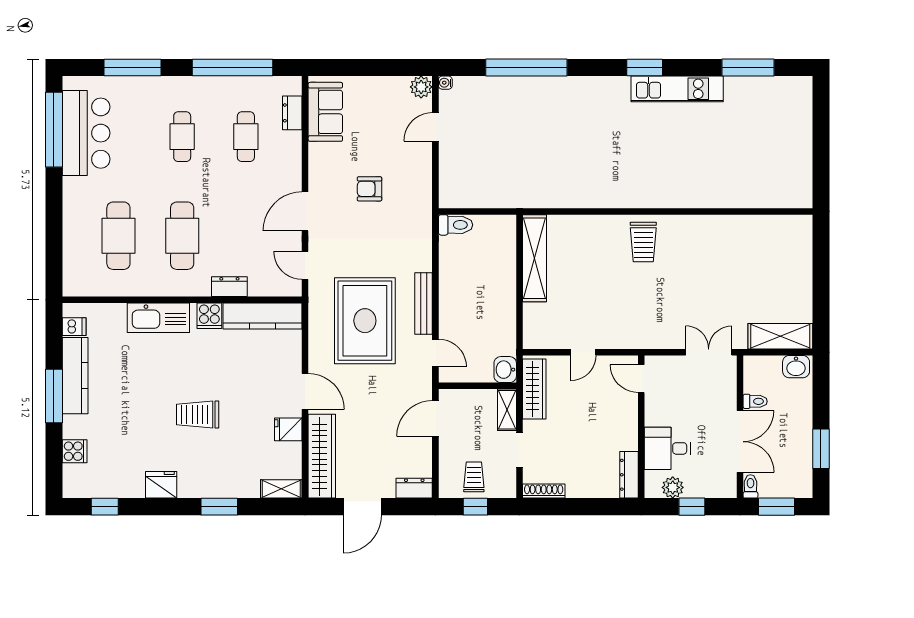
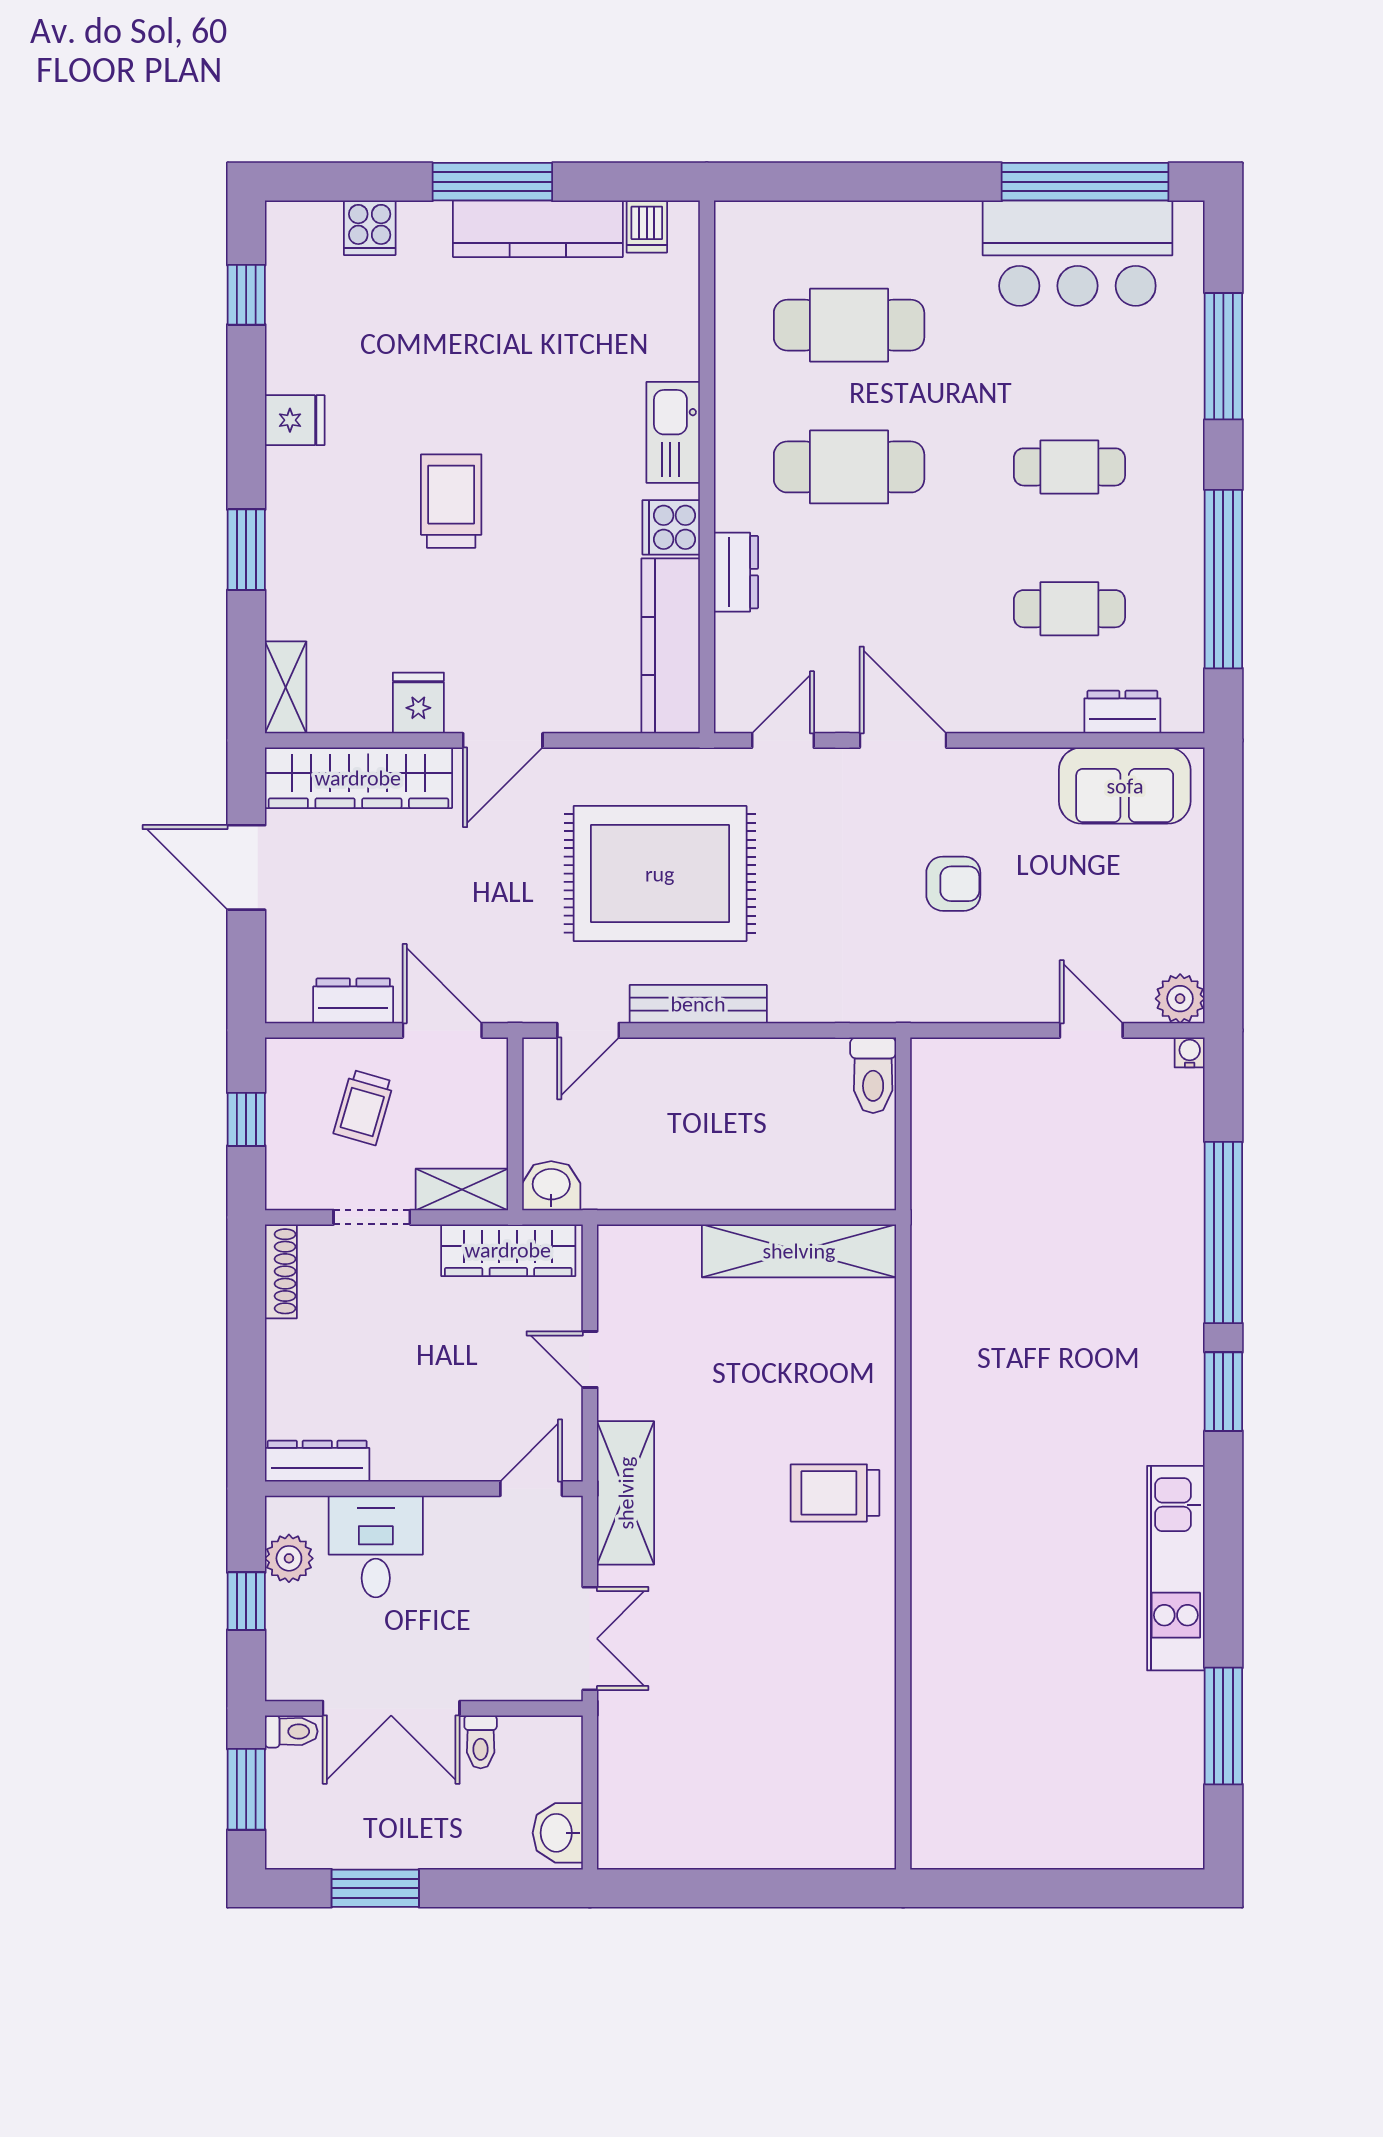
window: (645, 67) -> (1223, 1392), moved
armchair: (369, 189) -> (953, 884), turned 90
kitchen sink: (158, 318) -> (673, 432), width x0.73, depth x0.81
shelving: (780, 336) -> (626, 1493), moved
trolley: (474, 477) -> (364, 1108), moved, turned 106
fridge: (161, 485) -> (295, 420), width x0.72
dresser: (414, 488) -> (353, 1001), moved, turned -90

